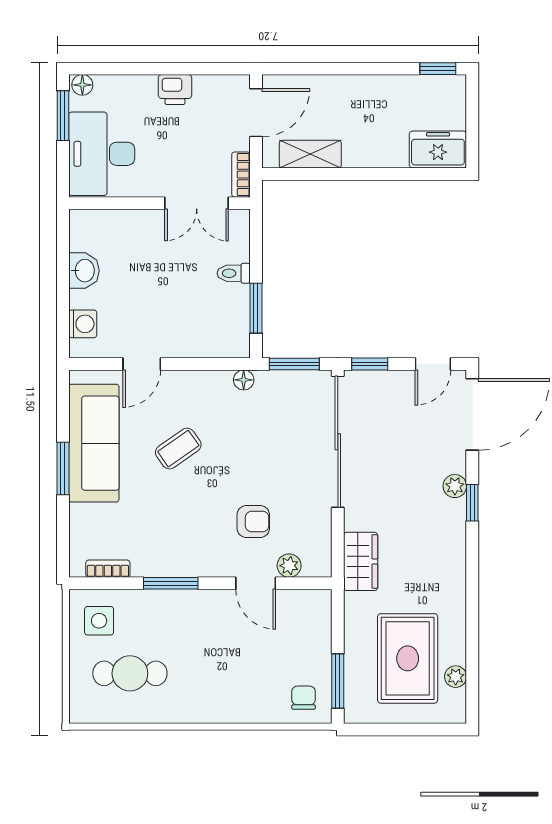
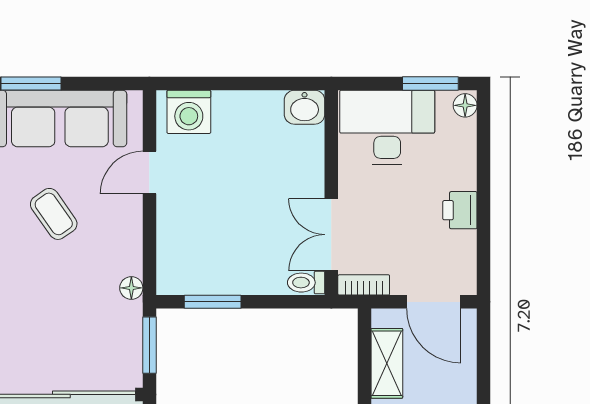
washbasin: (84, 271) -> (305, 107), moved
toilet: (234, 273) -> (306, 283), moved, turned -90
washing machine: (83, 324) -> (189, 112), width x1.38, depth x1.38
door: (142, 364) -> (149, 173), hinge flipped

